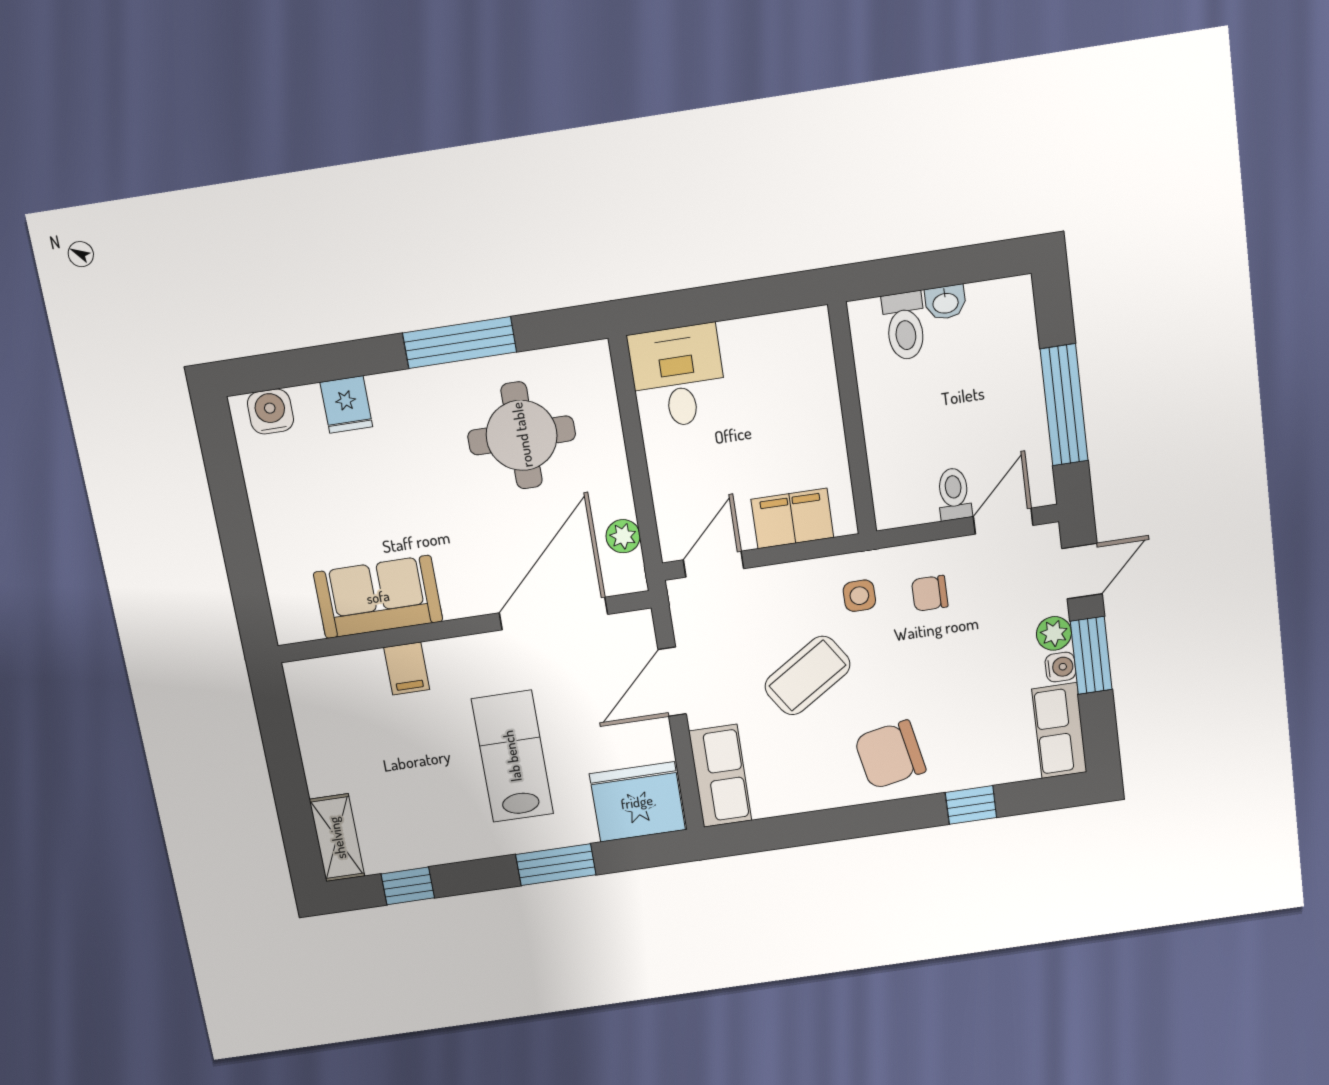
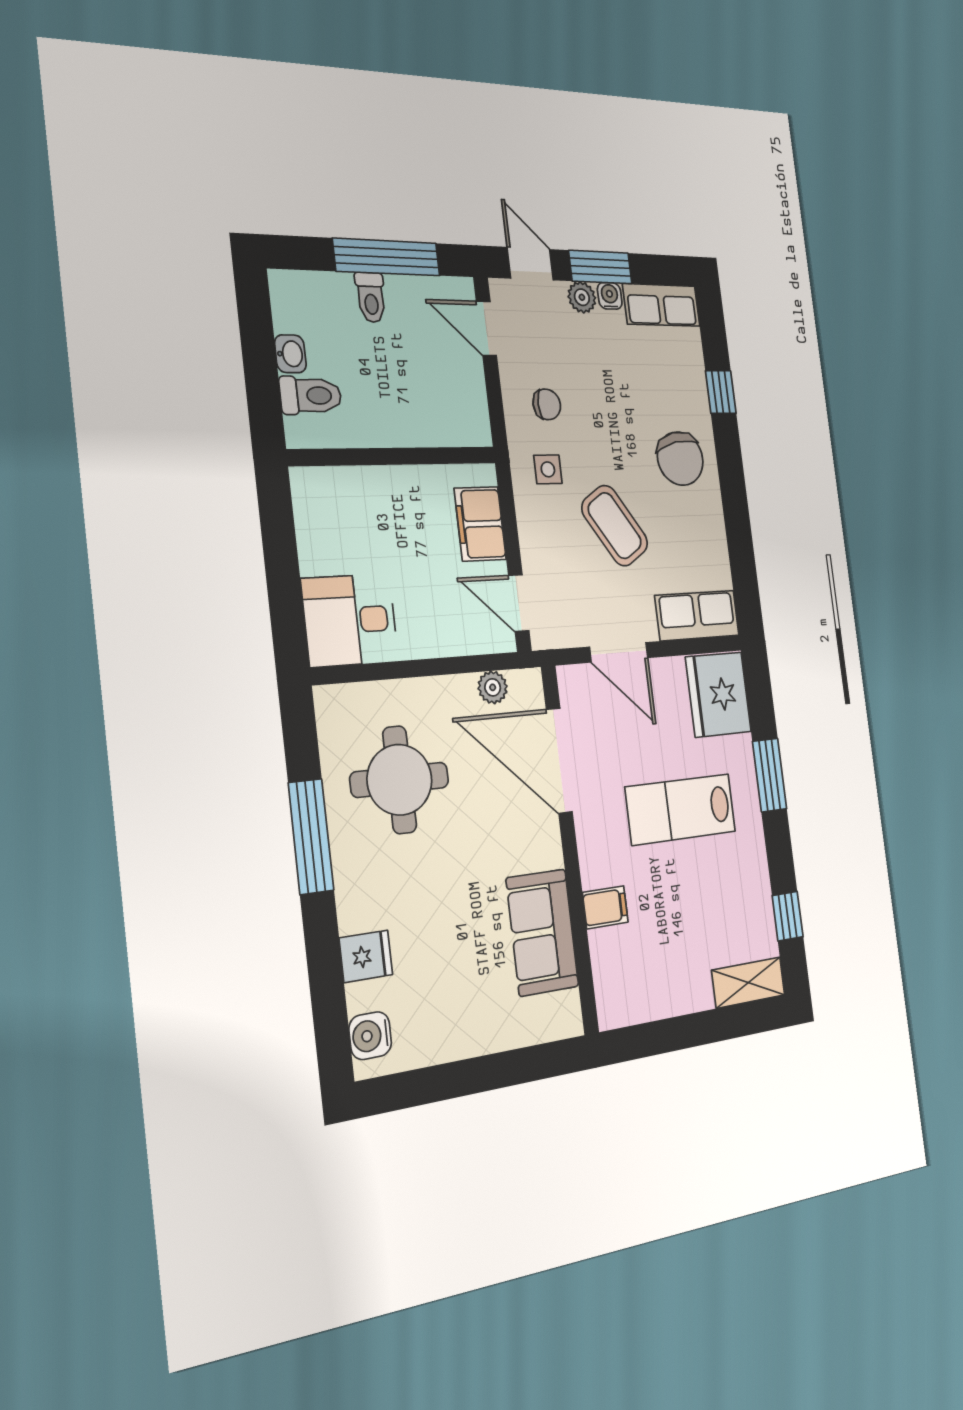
toilet: (954, 494) -> (371, 297), moved, turned -90
chair: (930, 593) -> (547, 404), turned -90

